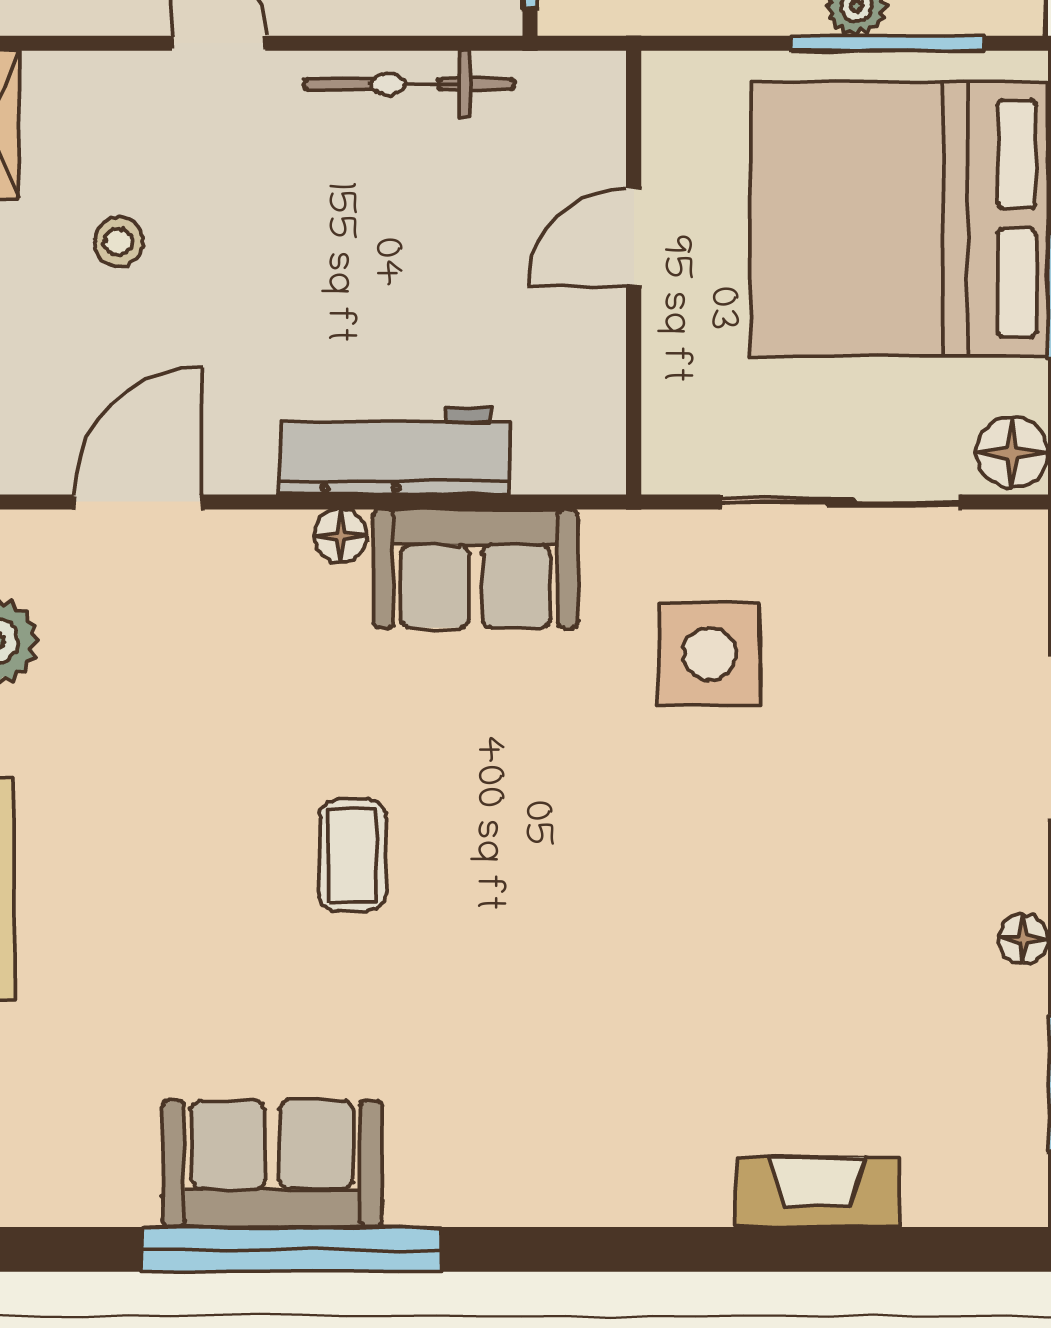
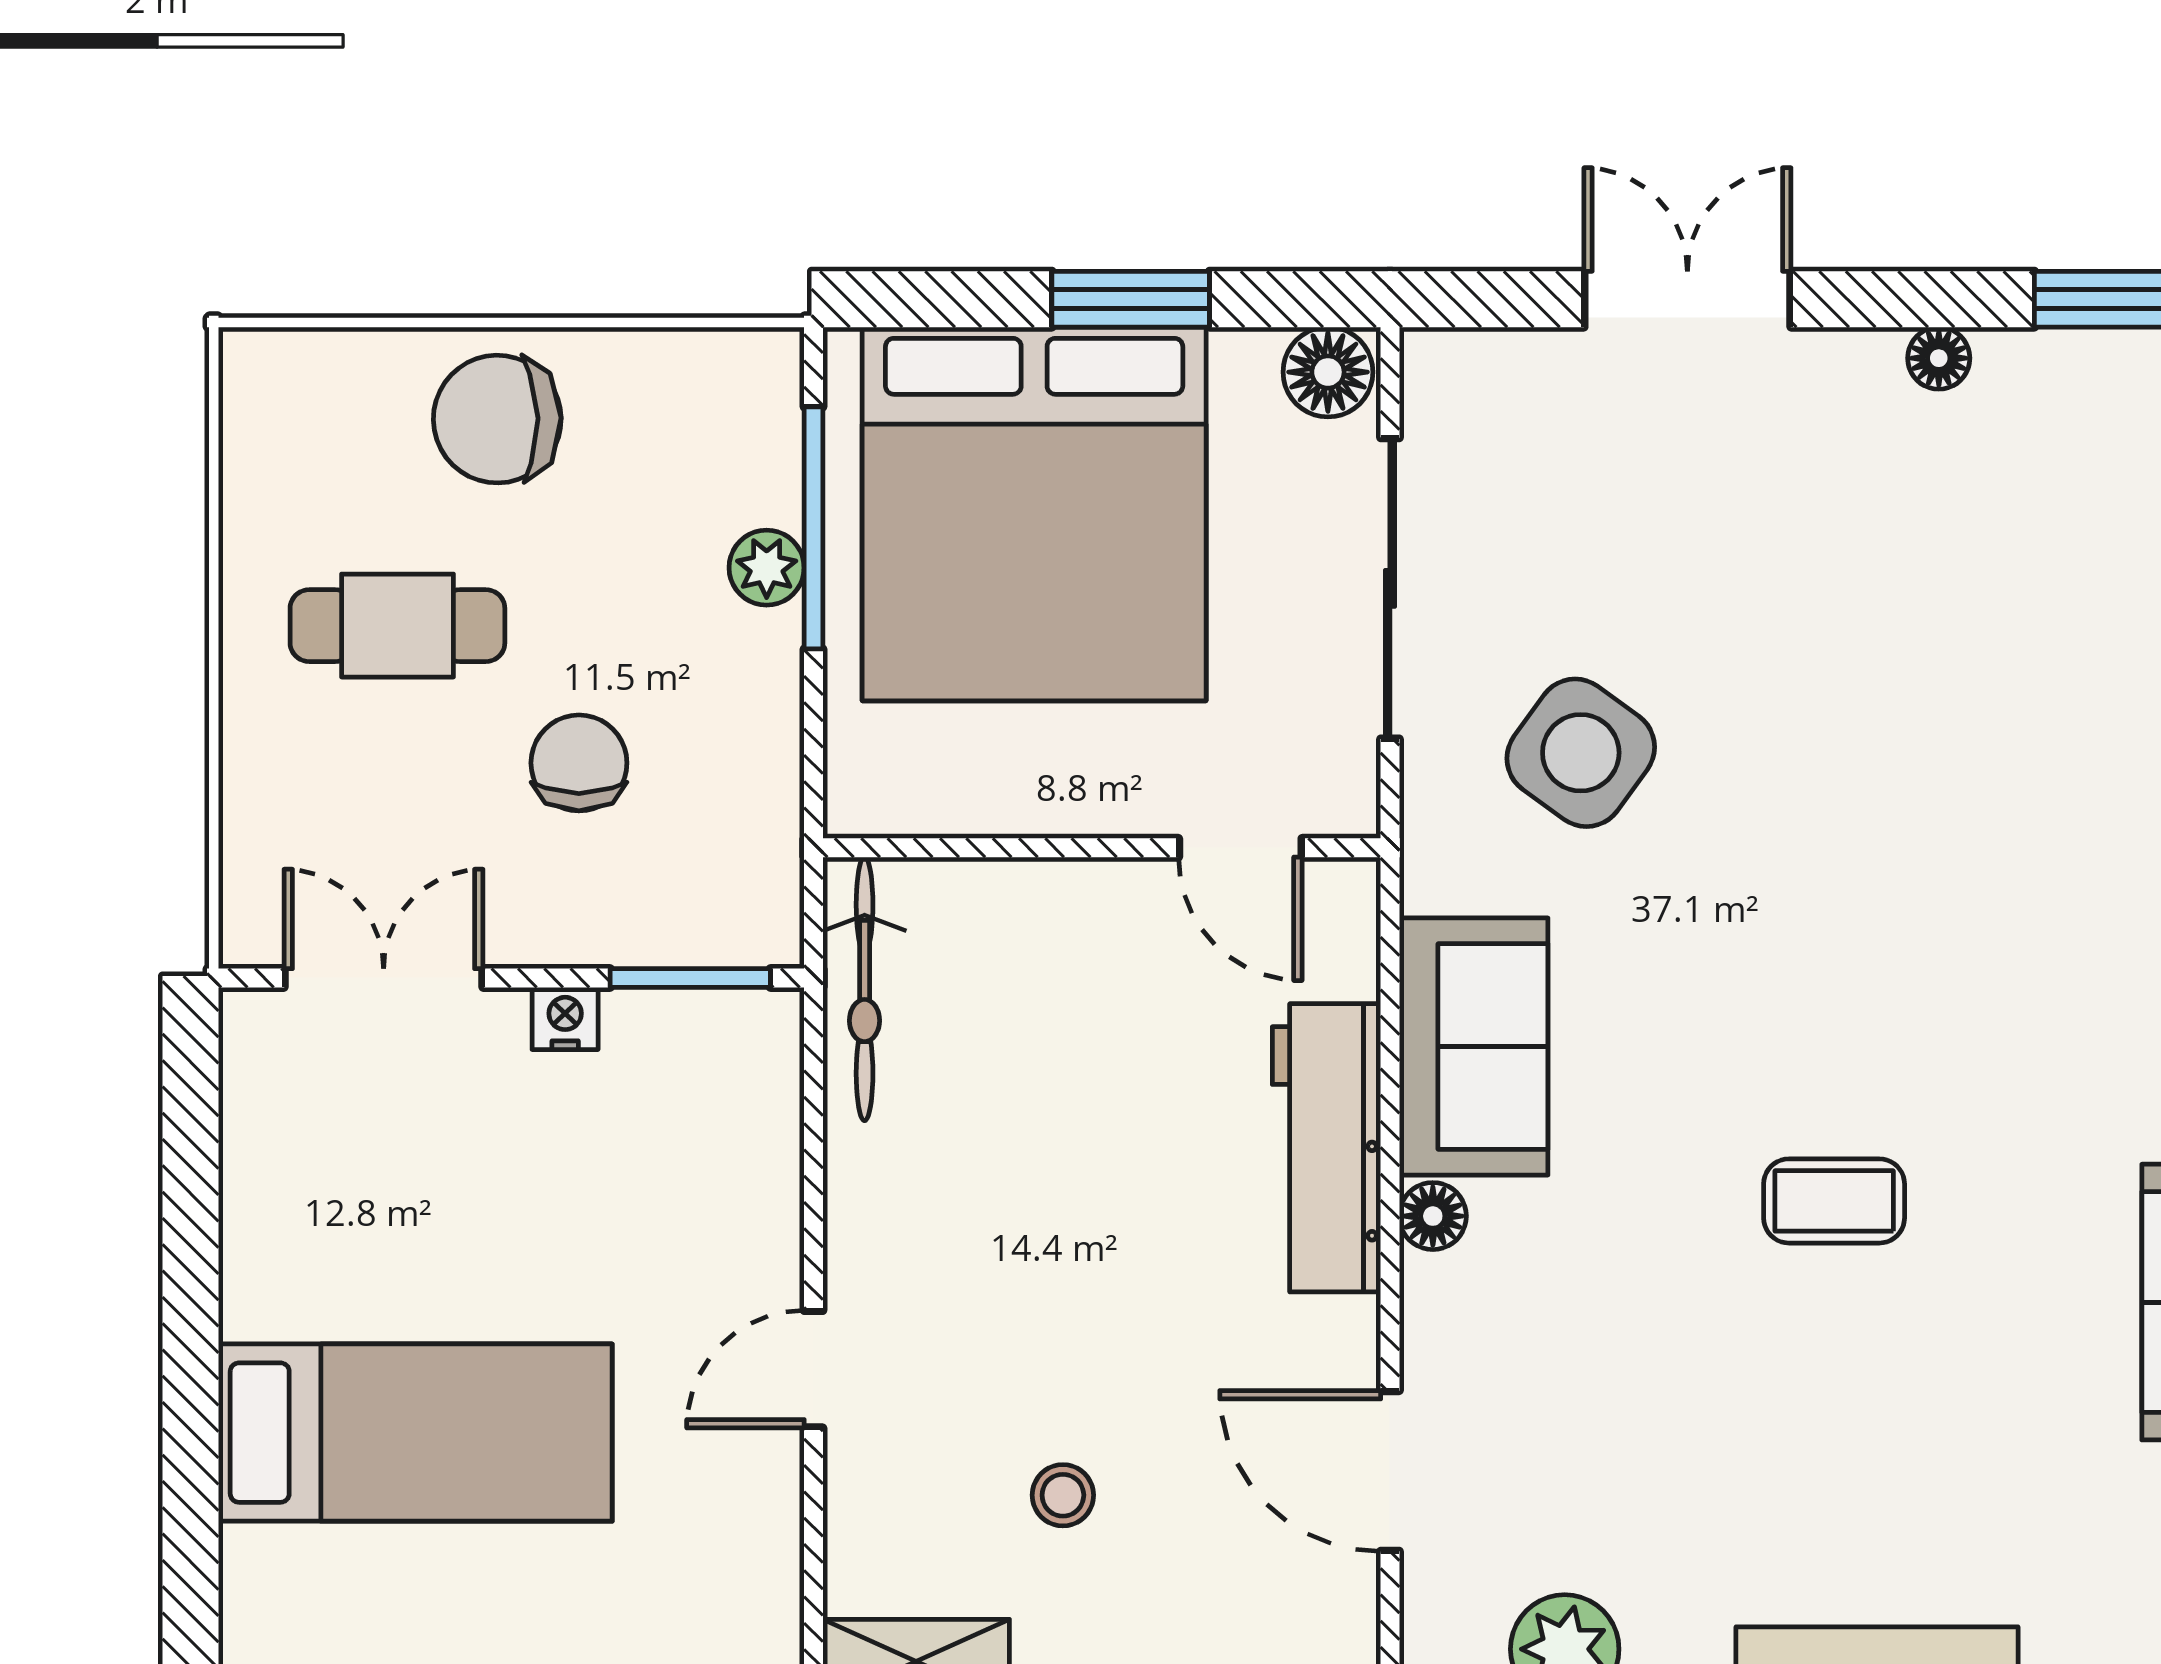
bicycle: (409, 84) -> (865, 989), moved
door: (634, 237) -> (1240, 848), moved
side table: (709, 654) -> (1581, 753), turned 36

